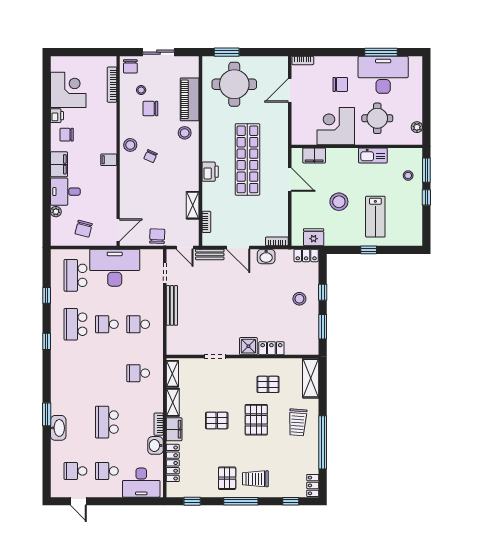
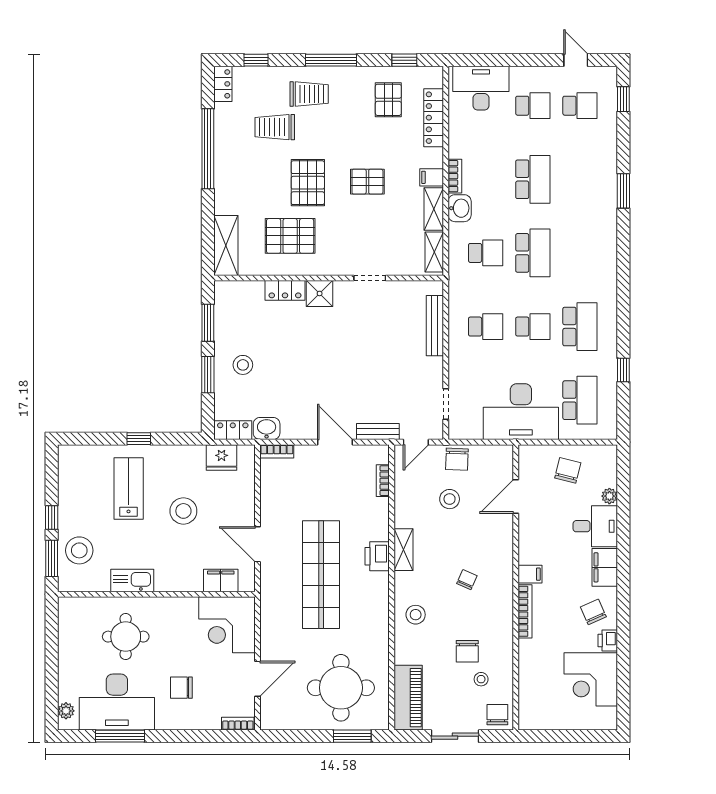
bookcase: (112, 85) -> (525, 611), moved
piano: (190, 99) -> (408, 698), moved
chair: (150, 109) -> (467, 651), turned 90
corner desk: (336, 126) -> (227, 625), moved, turned 90
plant: (417, 127) -> (66, 711), moved
chair: (67, 135) -> (593, 612), turned -114
stool: (130, 145) -> (450, 499), moved
stool: (408, 176) -> (79, 550), width x1.89, depth x1.89
shelving: (193, 205) -> (403, 550), moved
door: (118, 230) -> (516, 497), moved
door: (185, 247) -> (416, 442), swing flipped
washbasin: (266, 256) -> (267, 429), moved
window: (323, 292) -> (208, 375), width x1.50
bench: (172, 305) -> (435, 326), moved
window: (47, 341) -> (623, 99), moved
school desk: (107, 373) -> (533, 253), added
pallet: (268, 384) -> (290, 236), width x1.50, depth x1.42
trolley: (298, 422) -> (275, 127), moved, turned -94
washbasin: (58, 428) -> (606, 170), removed
filing cabinet: (174, 429) -> (432, 177), width x0.50
washbasin: (155, 445) -> (460, 208), moved
pallet: (227, 478) -> (388, 100), moved

